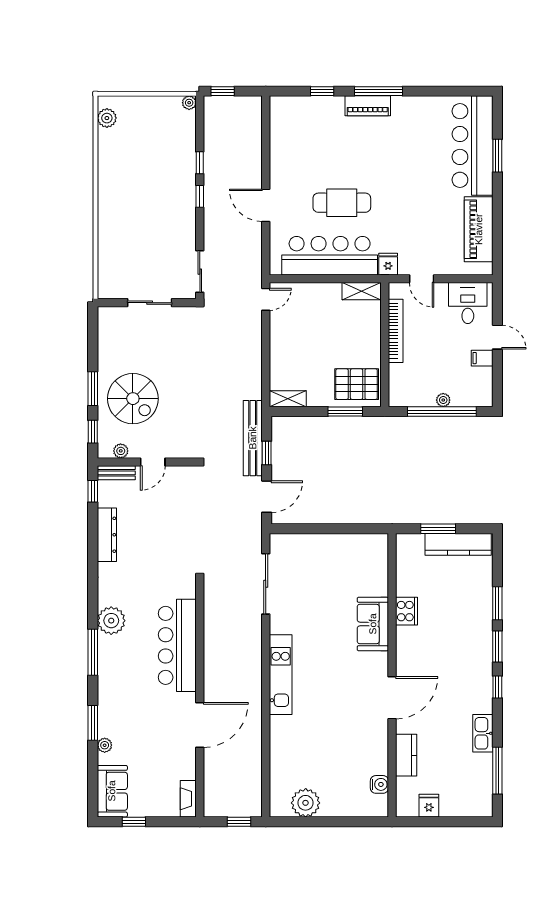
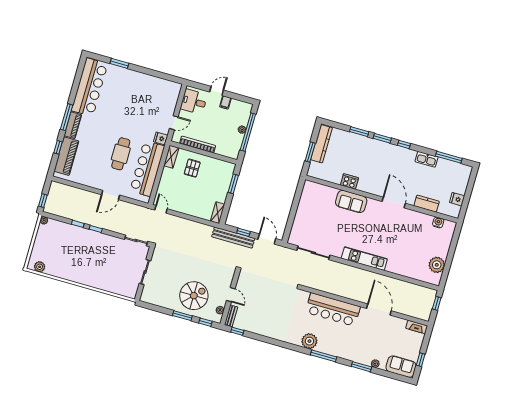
bar counter: (473, 145) -> (90, 87), moved, turned -90
piano: (479, 229) -> (66, 156), moved, turned -90
pallet: (357, 384) -> (192, 168), moved, width x0.67, depth x0.71
dresser: (107, 535) -> (263, 330), removed

